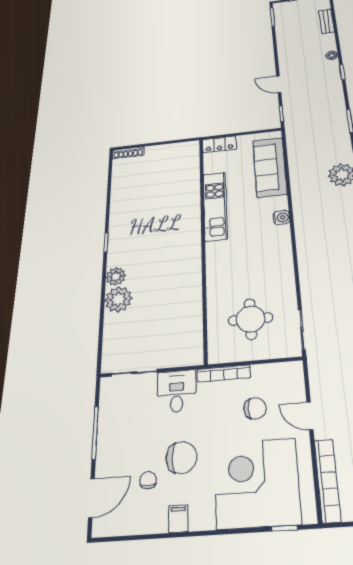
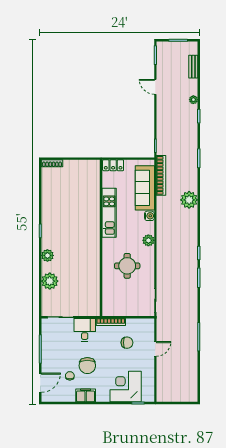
door: (279, 84) -> (155, 87), moved
water cooler: (281, 217) -> (149, 216), moved
plant: (281, 238) -> (148, 240), added
plant: (118, 299) -> (50, 281), moved
round table: (251, 319) -> (127, 266), moved
door: (310, 416) -> (155, 349), swing flipped
chair: (181, 458) -> (87, 366), turned 90
bookcase: (327, 480) -> (161, 175), moved
corner desk: (257, 483) -> (126, 386), width x0.74, depth x0.74
filing cabinet: (178, 519) -> (86, 395), width x2.00

